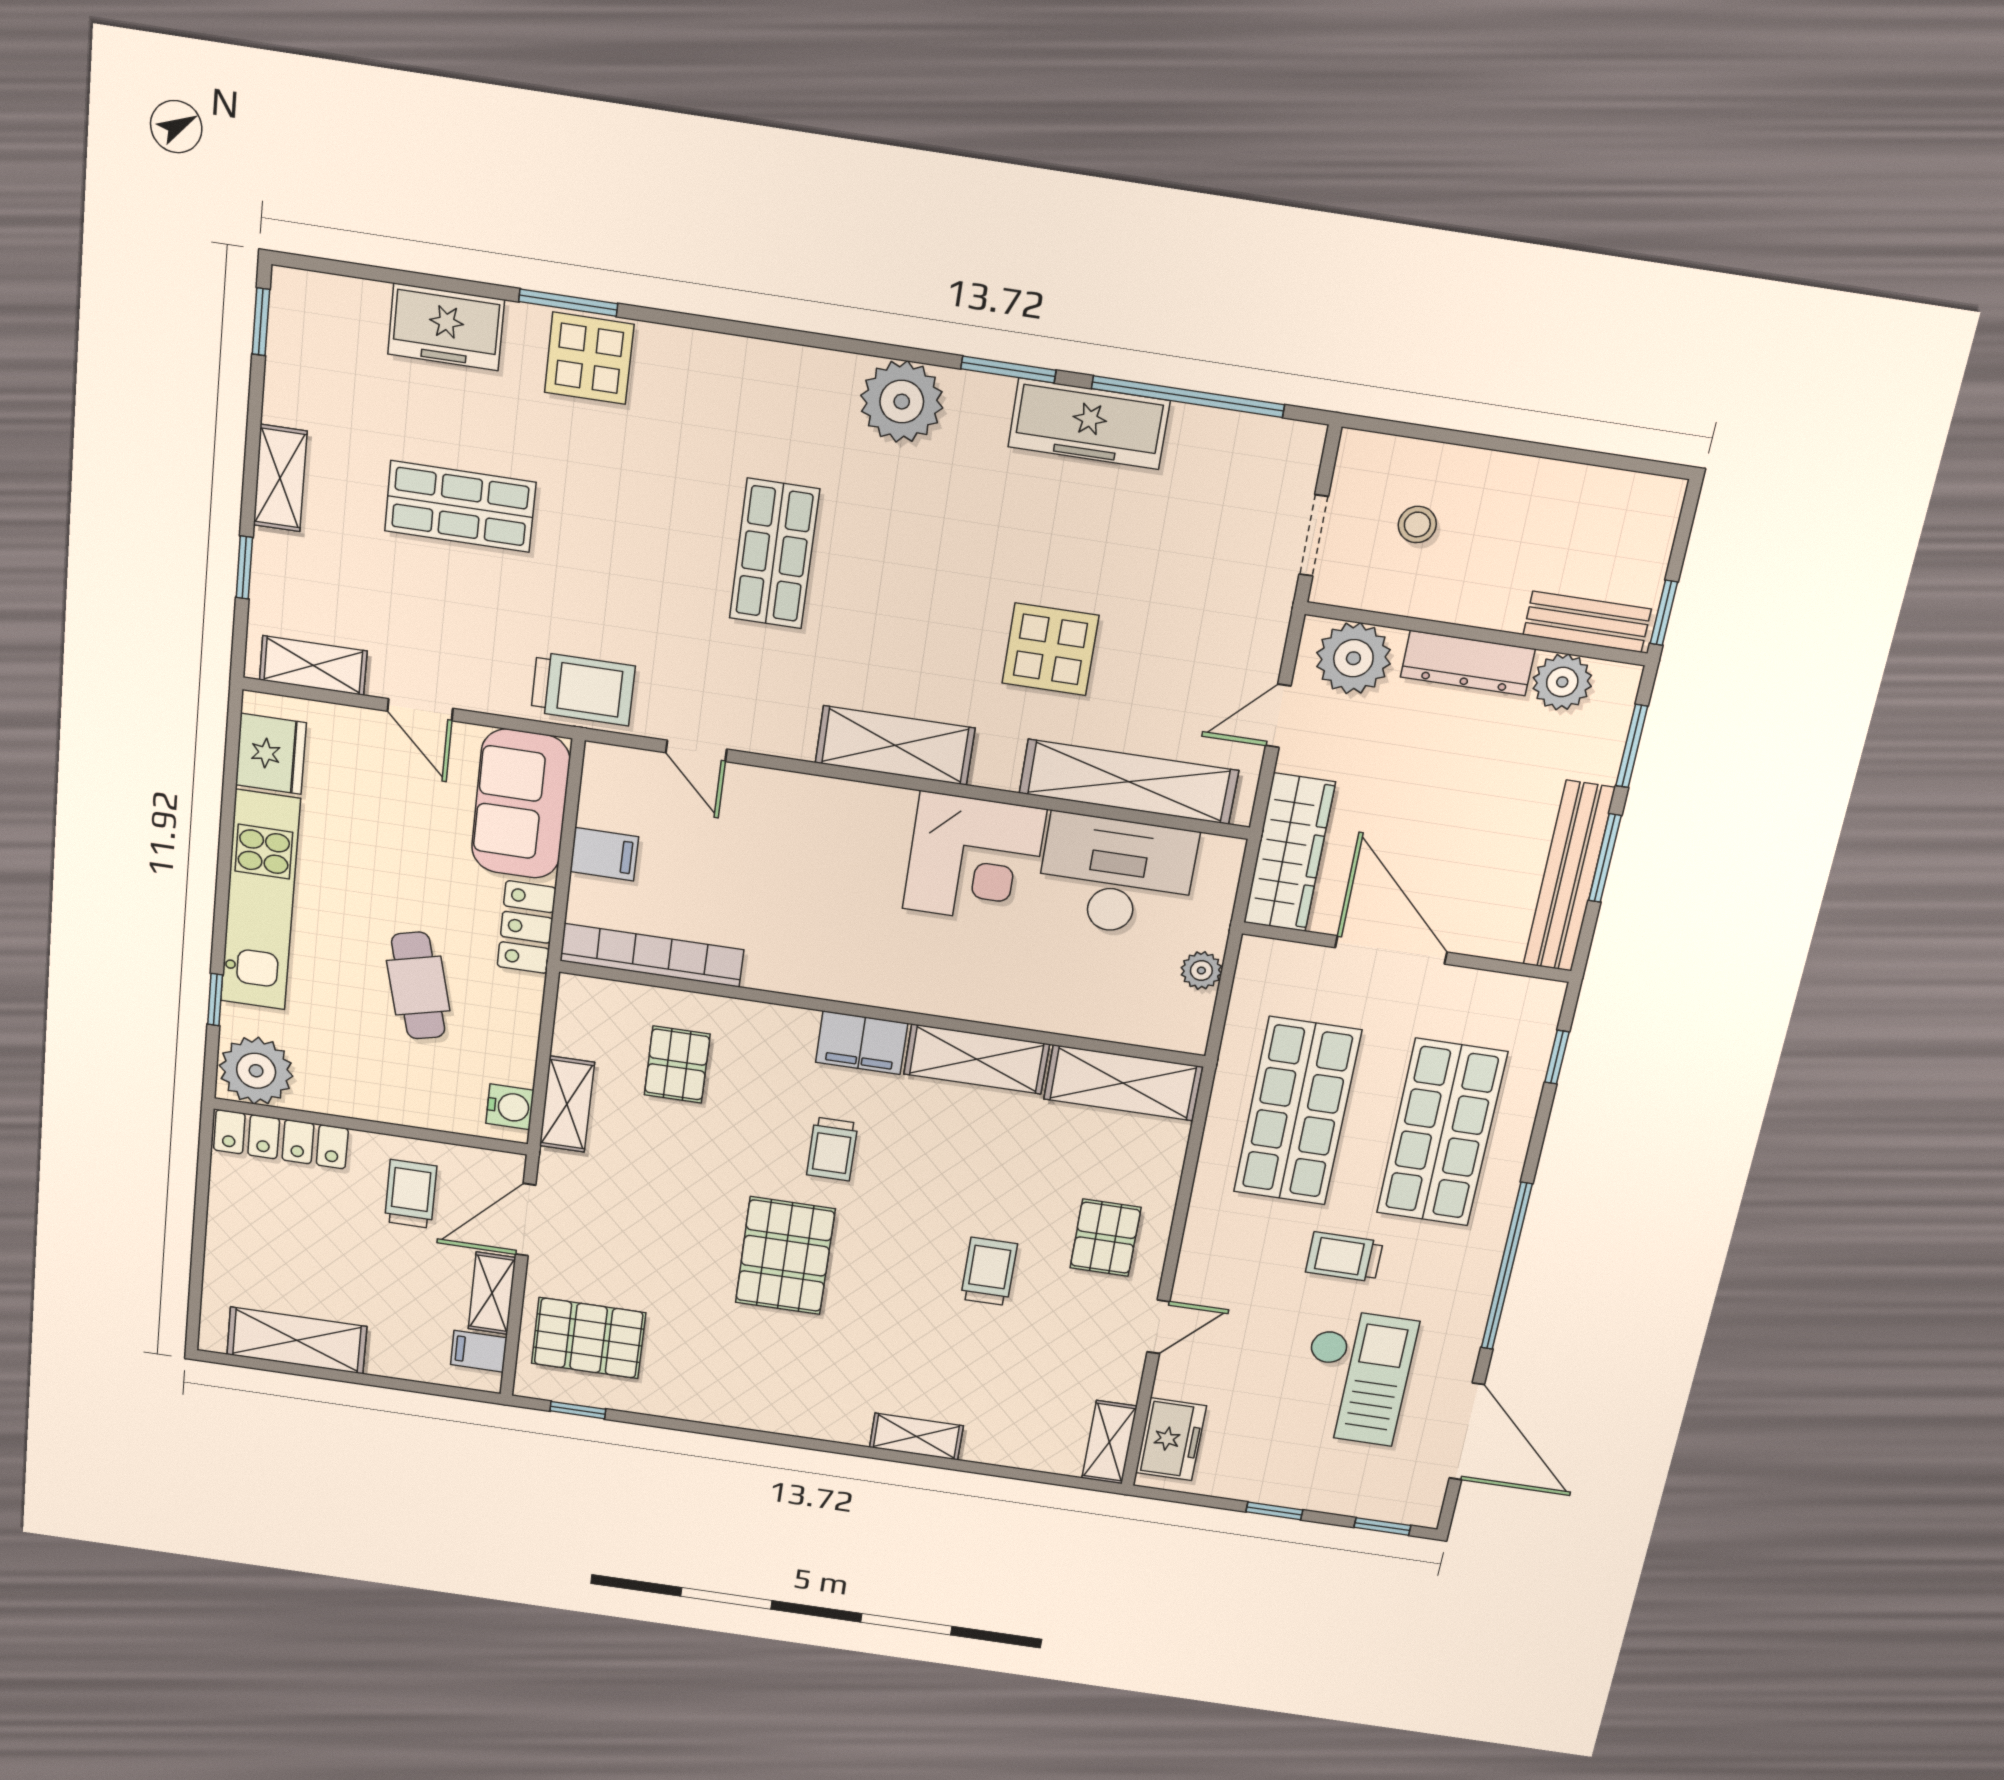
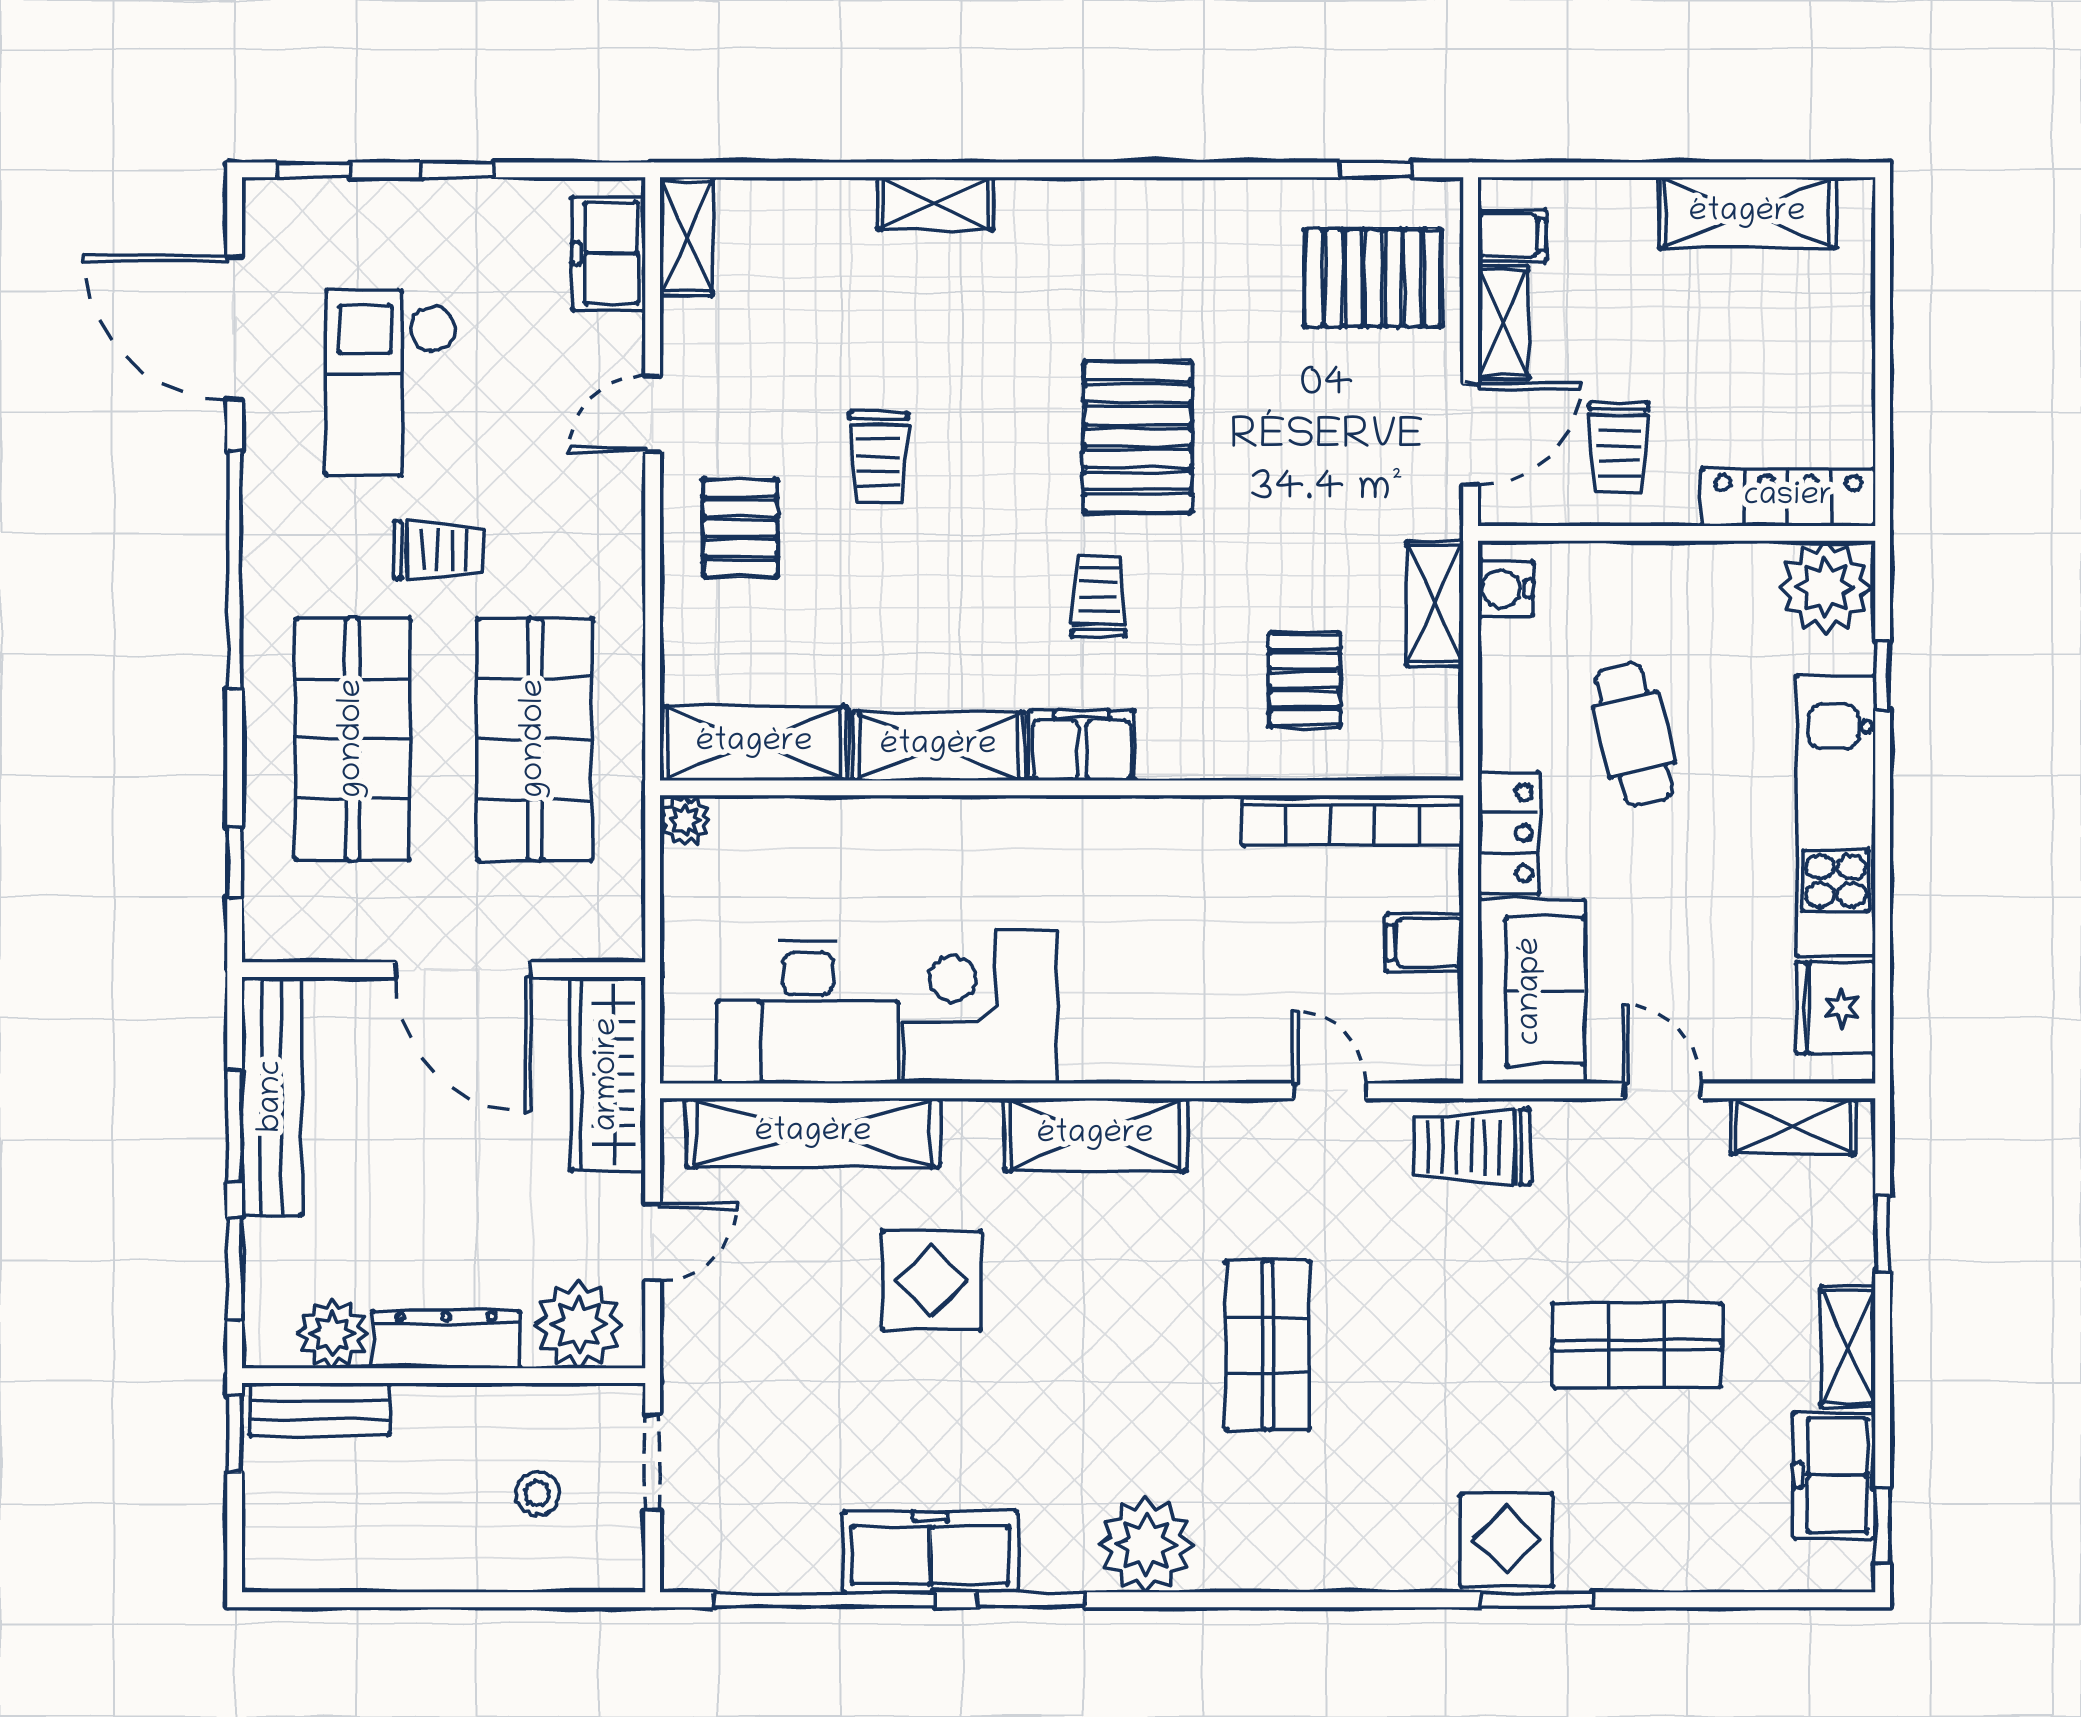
freezer: (446, 327) -> (1834, 1475), moved, turned -90
plant: (1201, 971) -> (685, 820), moved

